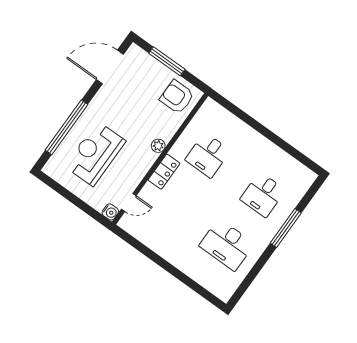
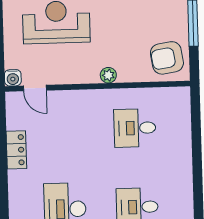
armchair: (177, 97) -> (167, 58), turned -99
locker: (164, 172) -> (16, 150), moved, turned -90

